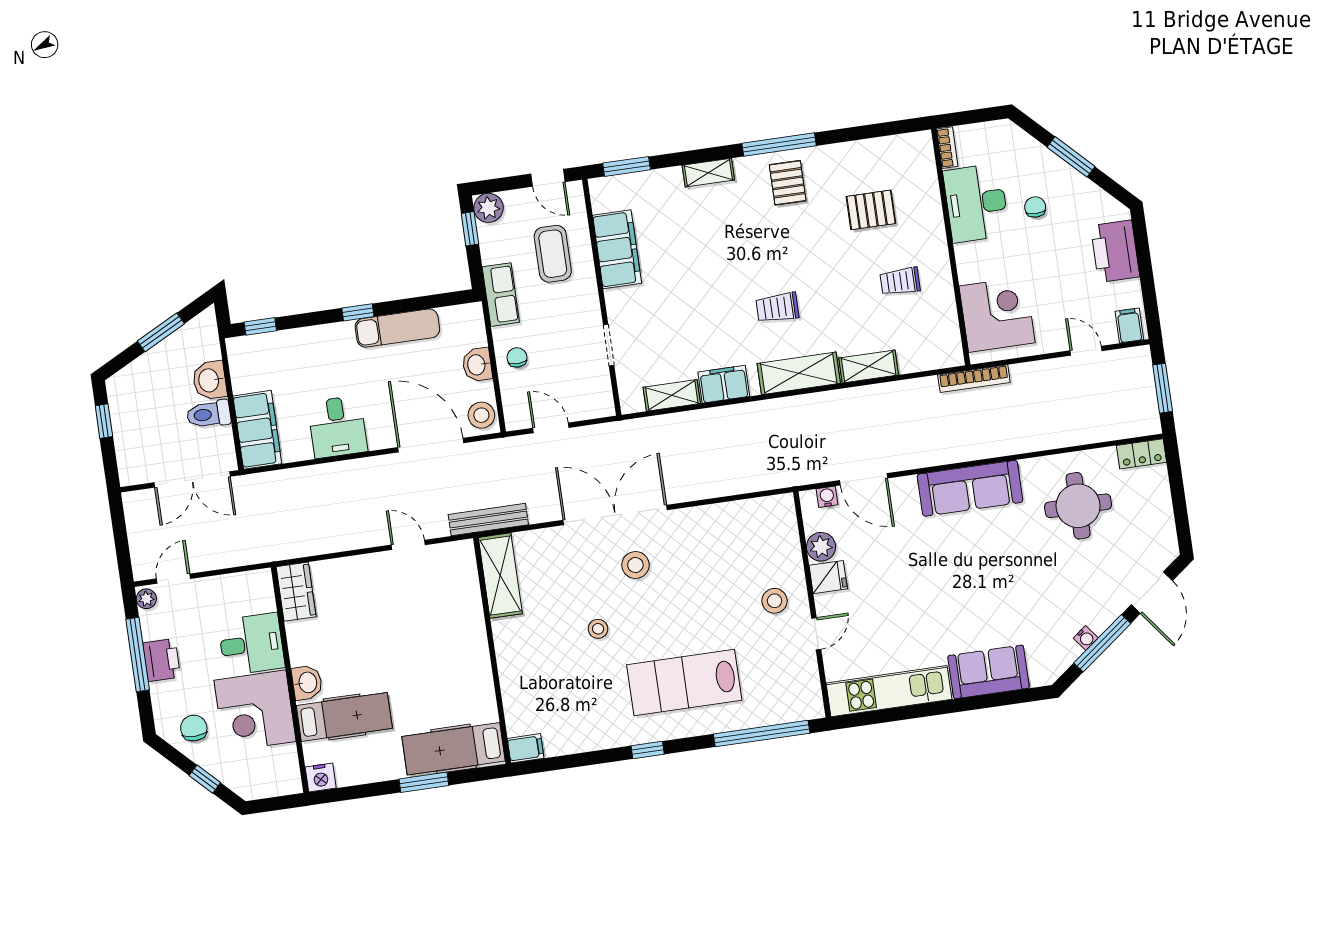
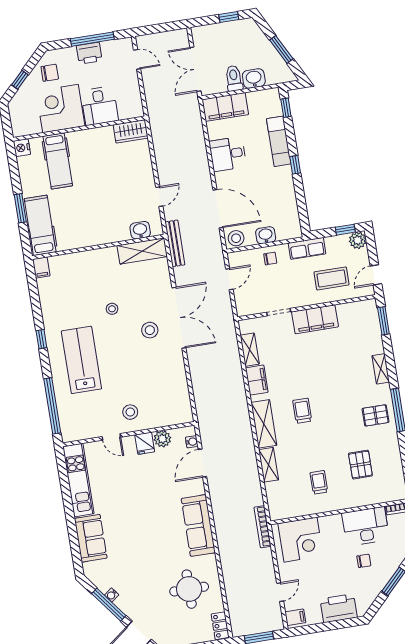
filing cabinet: (617, 249) -> (315, 319), moved
exam couch: (397, 328) -> (279, 141), moved
door: (431, 445) -> (218, 209), hinge flipped
plant: (146, 599) -> (125, 44), removed
washbasin: (307, 683) -> (140, 230), moved, turned 180

